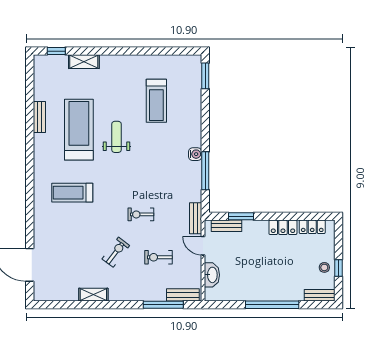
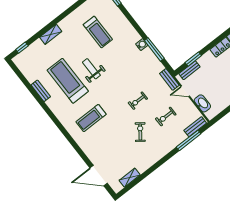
shelving: (84, 62) -> (51, 34), moved
shelving: (93, 295) -> (130, 178), moved

